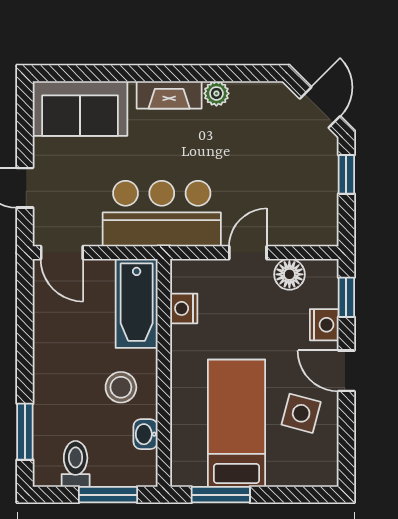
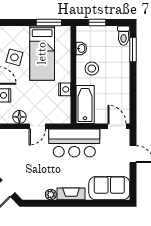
nightstand: (184, 308) -> (65, 89), moved
toilet: (76, 464) -> (124, 36), moved
window: (108, 495) -> (97, 22), width x0.67

